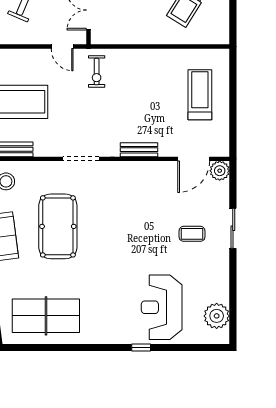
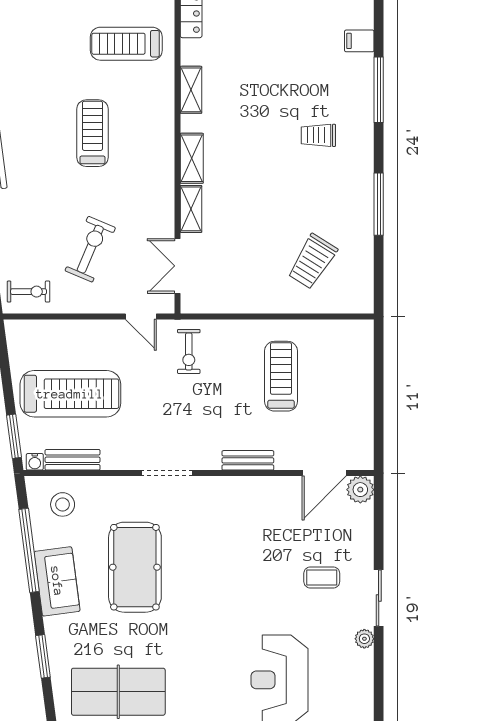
treadmill: (200, 95) -> (281, 376), moved
sliding door: (233, 228) -> (379, 598), moved
plant: (217, 316) -> (364, 639), moved, width x0.53, depth x0.53

